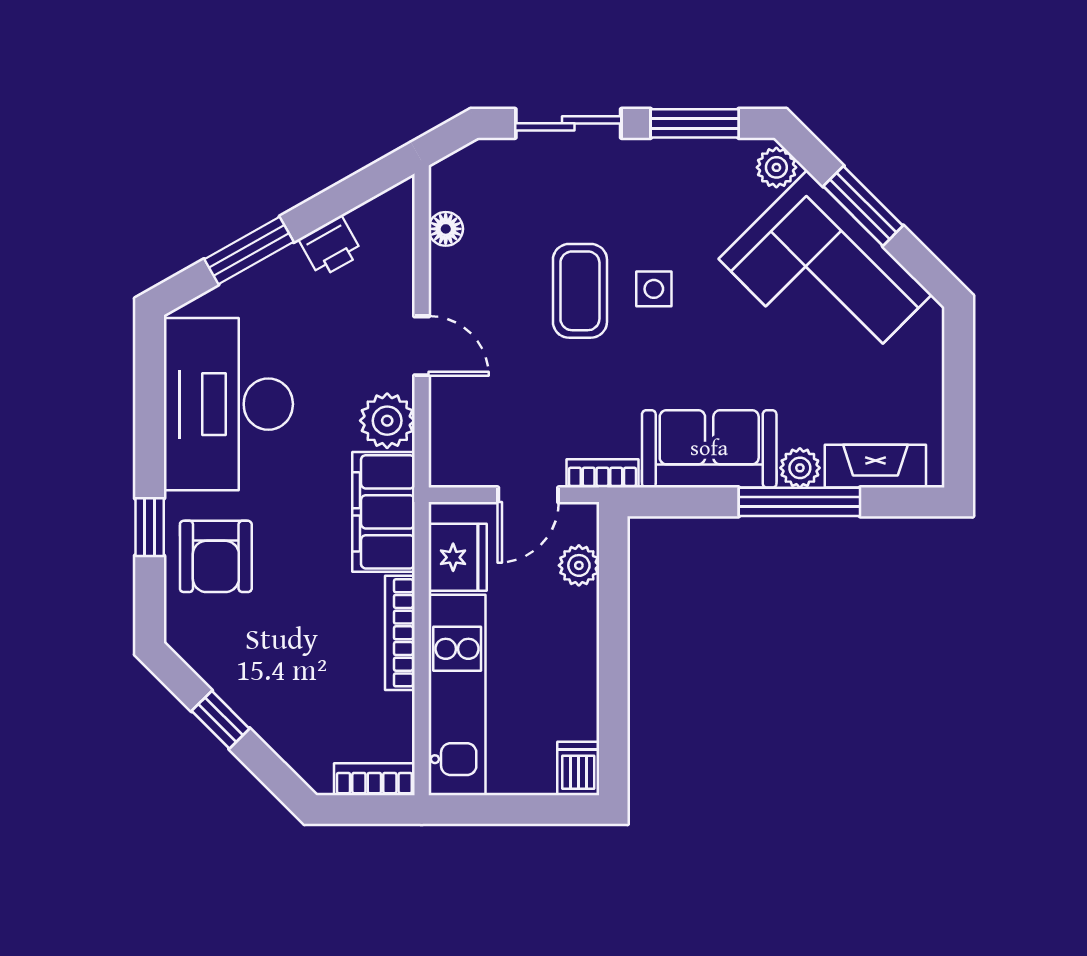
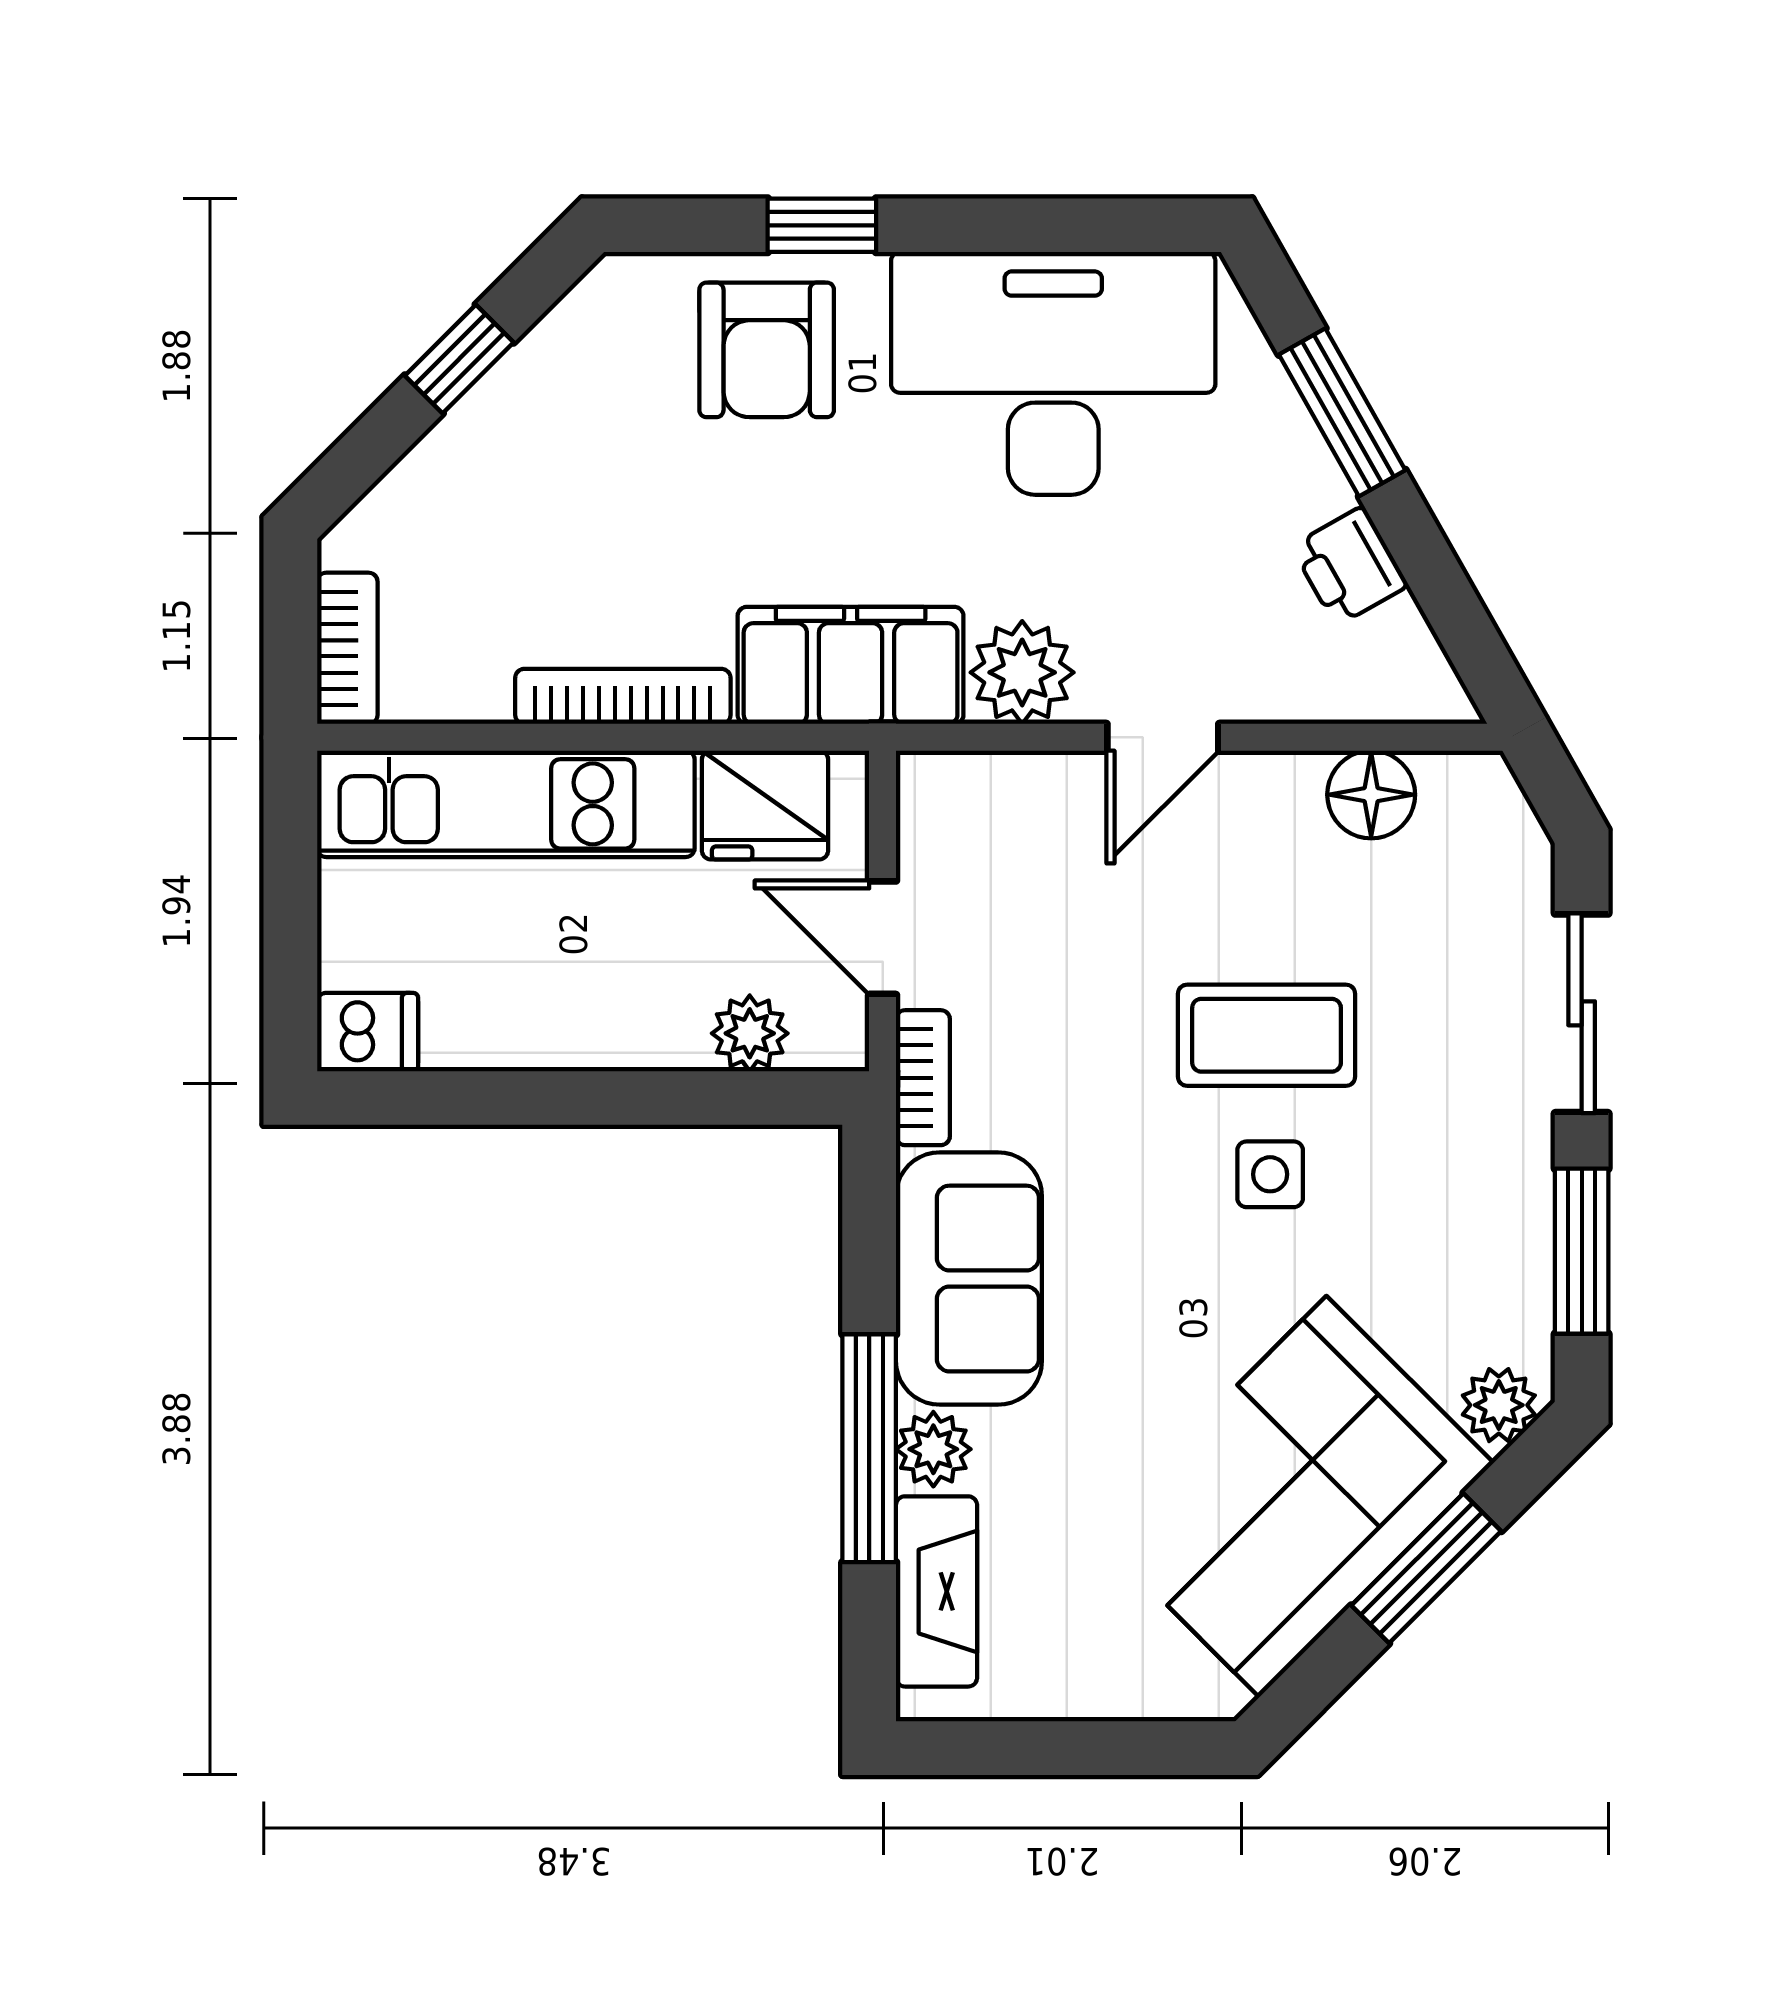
floor lamp: (446, 229) -> (1371, 795), width x1.37, depth x1.37
armchair: (216, 556) -> (767, 350), turned -90

